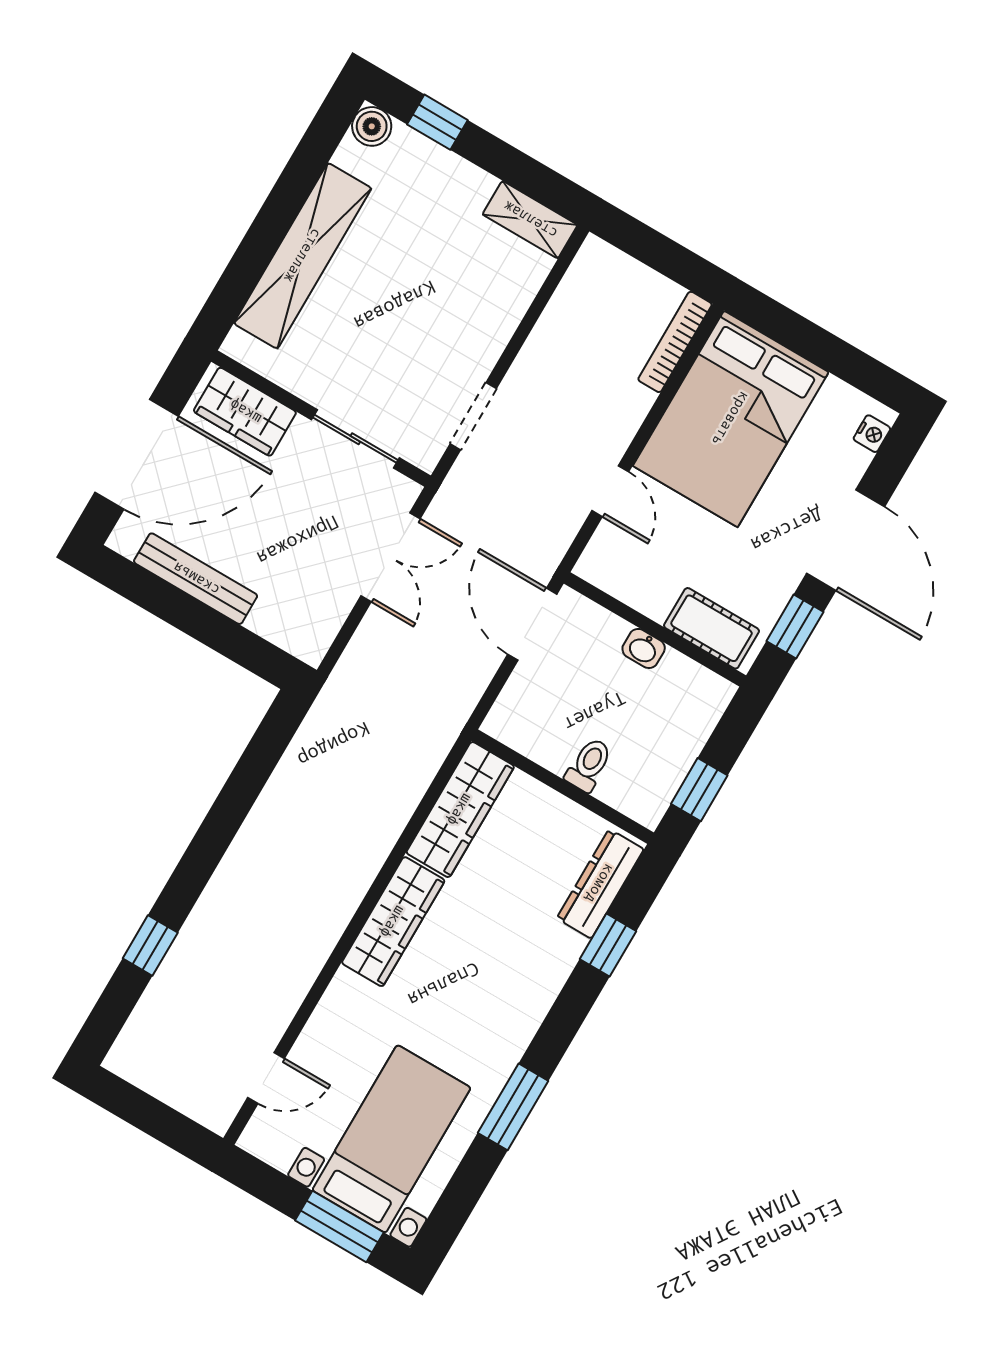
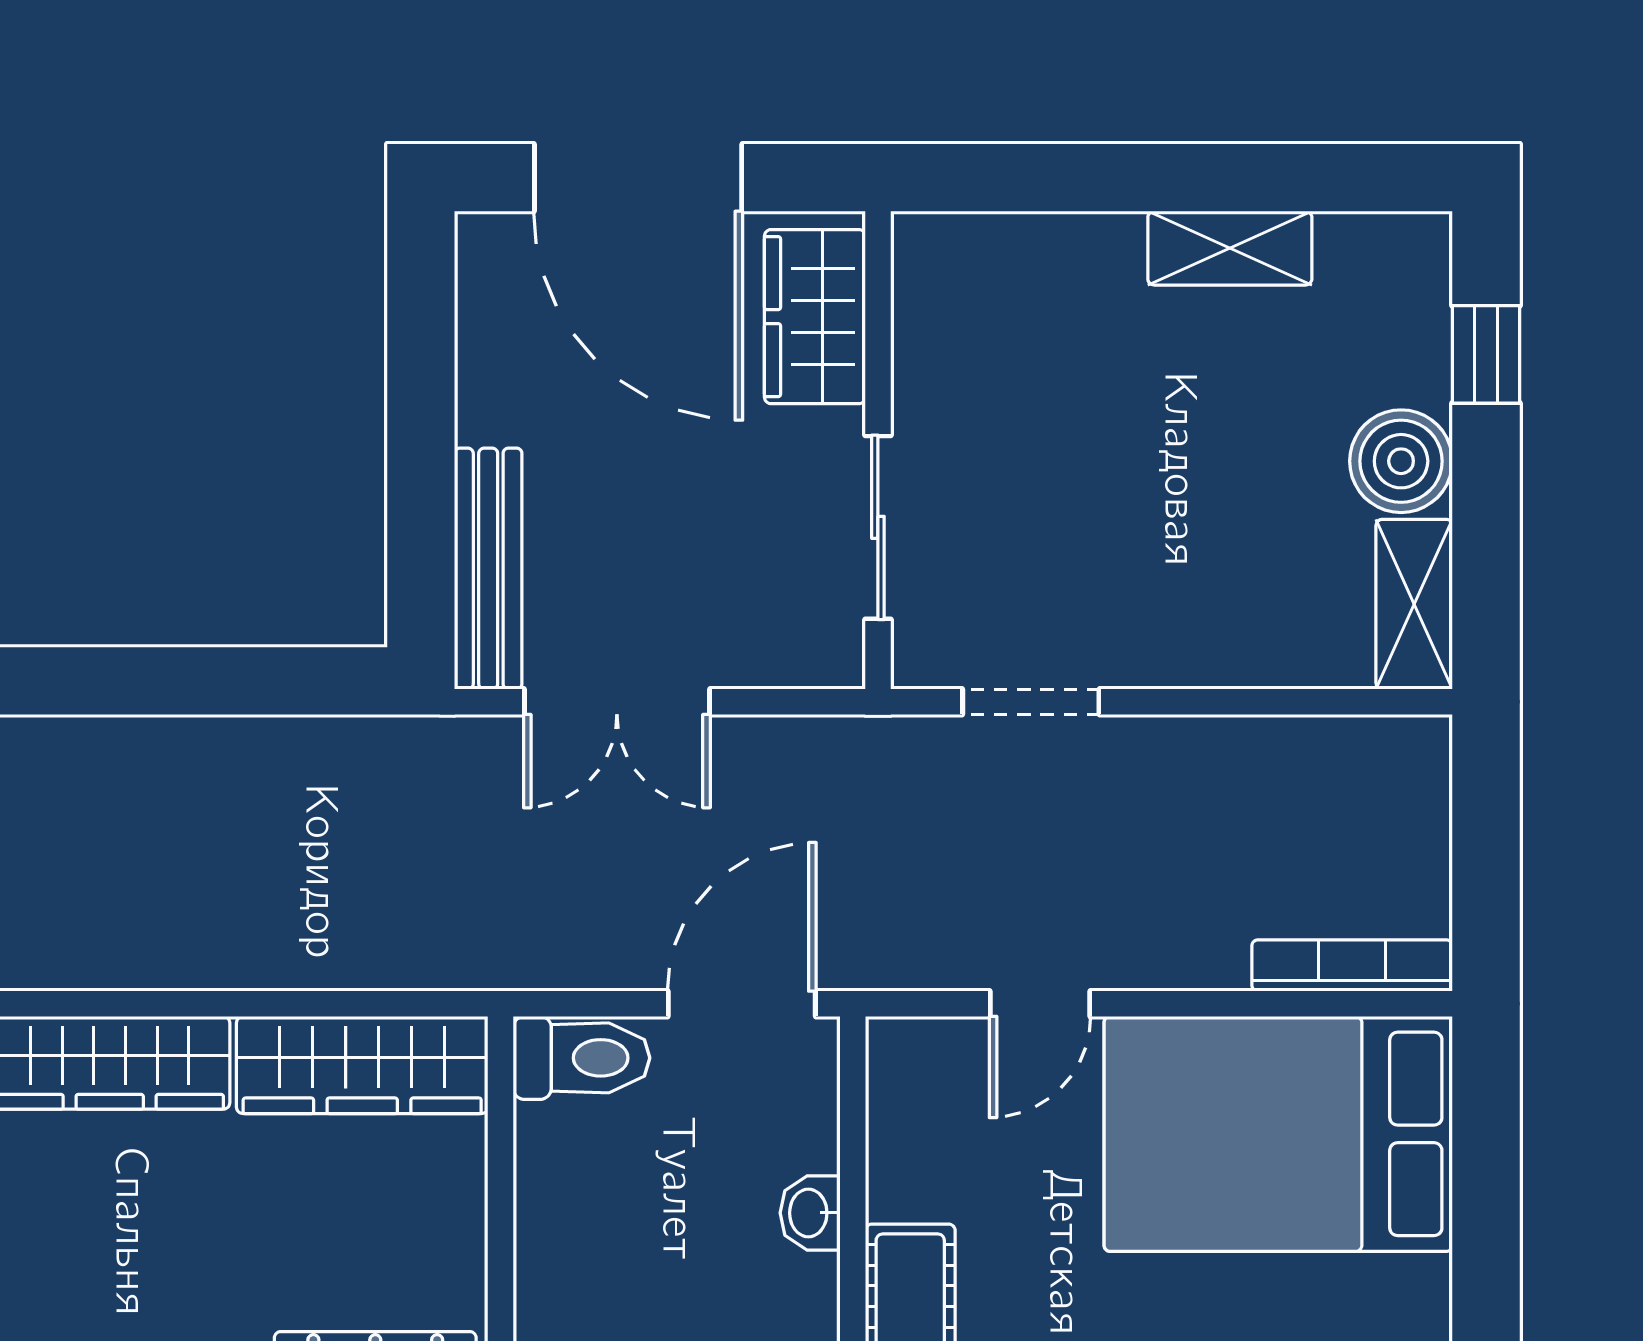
boiler: (372, 126) -> (1401, 461), moved, width x1.36, depth x1.36
shelving: (303, 256) -> (1230, 248), width x0.45, depth x0.75
double door: (390, 557) -> (617, 702), moved
bench: (196, 579) -> (488, 569), moved
toilet: (589, 765) -> (581, 1058), moved, width x1.37, depth x1.39

